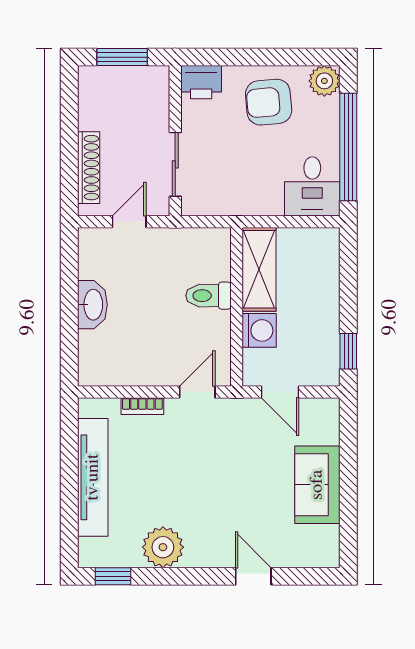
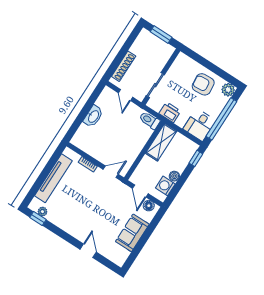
printer: (201, 82) -> (170, 112), moved, turned 180
door: (129, 222) -> (126, 95), swing flipped
toilet: (208, 296) -> (150, 120), moved
boiler: (328, 319) -> (174, 176), added
washing machine: (259, 330) -> (165, 186), moved, turned 180
window: (348, 351) -> (196, 158), moved
floor lamp: (315, 410) -> (149, 206), added
plant: (163, 547) -> (42, 212), moved, width x0.53, depth x0.53

